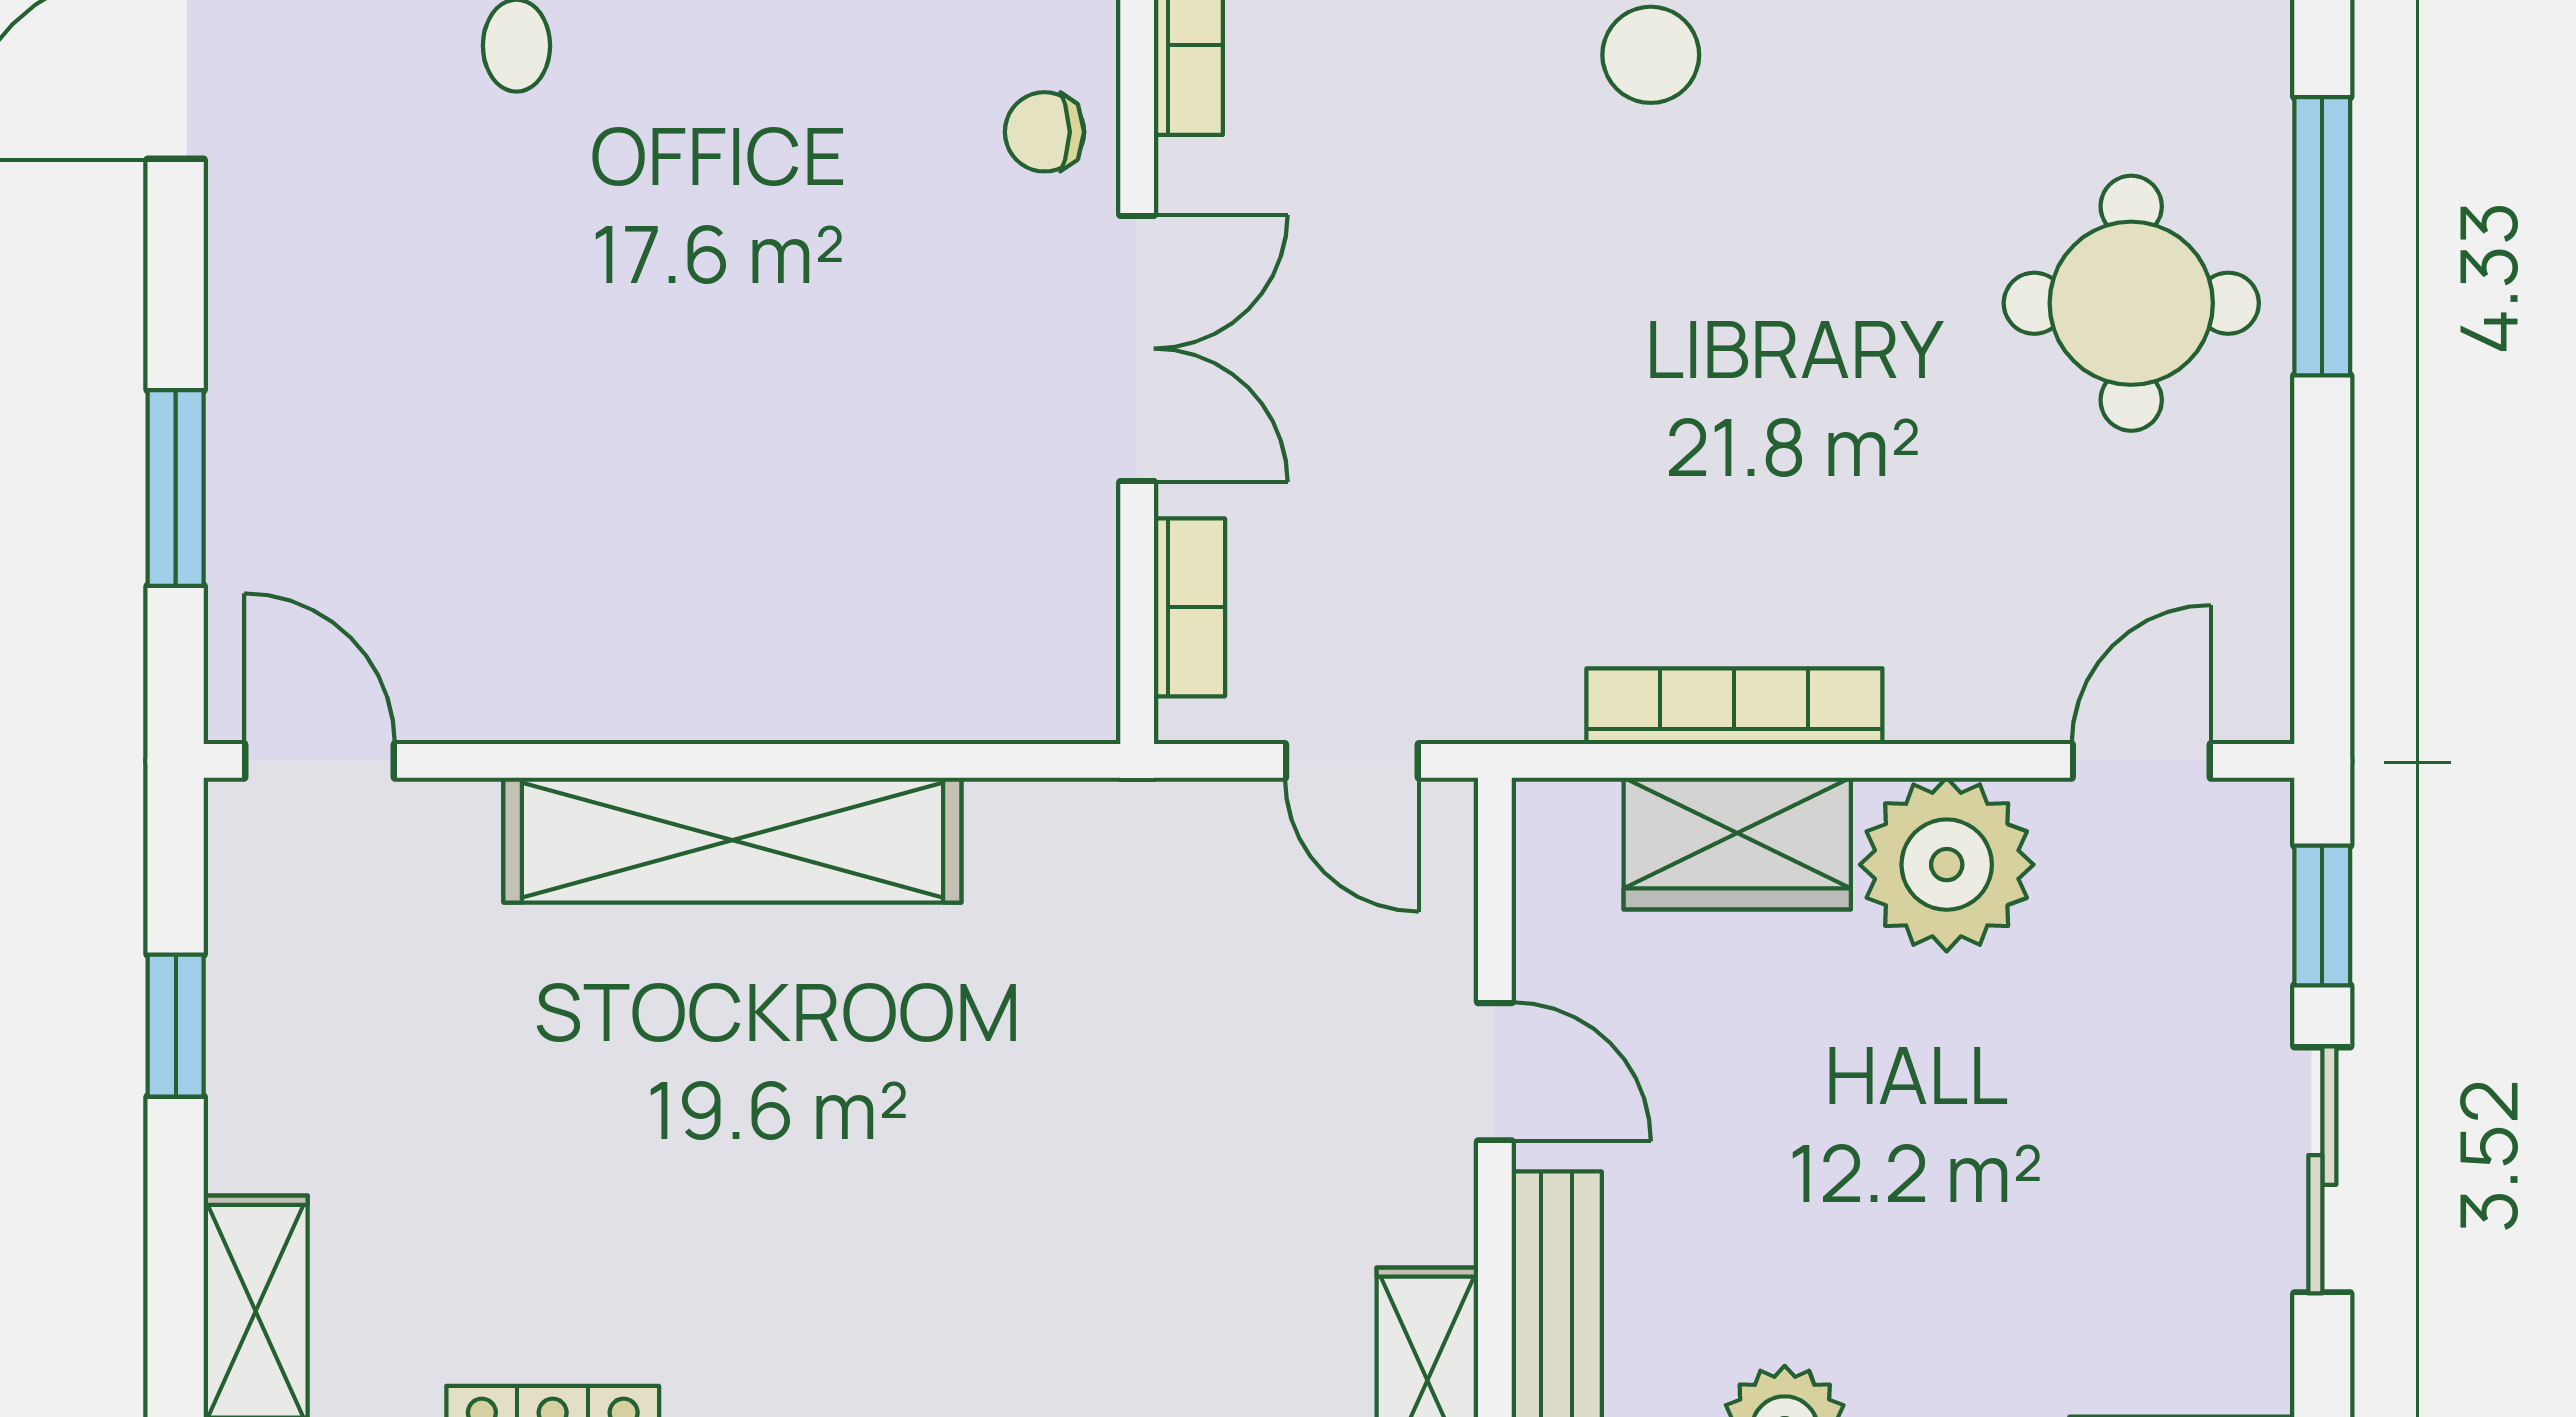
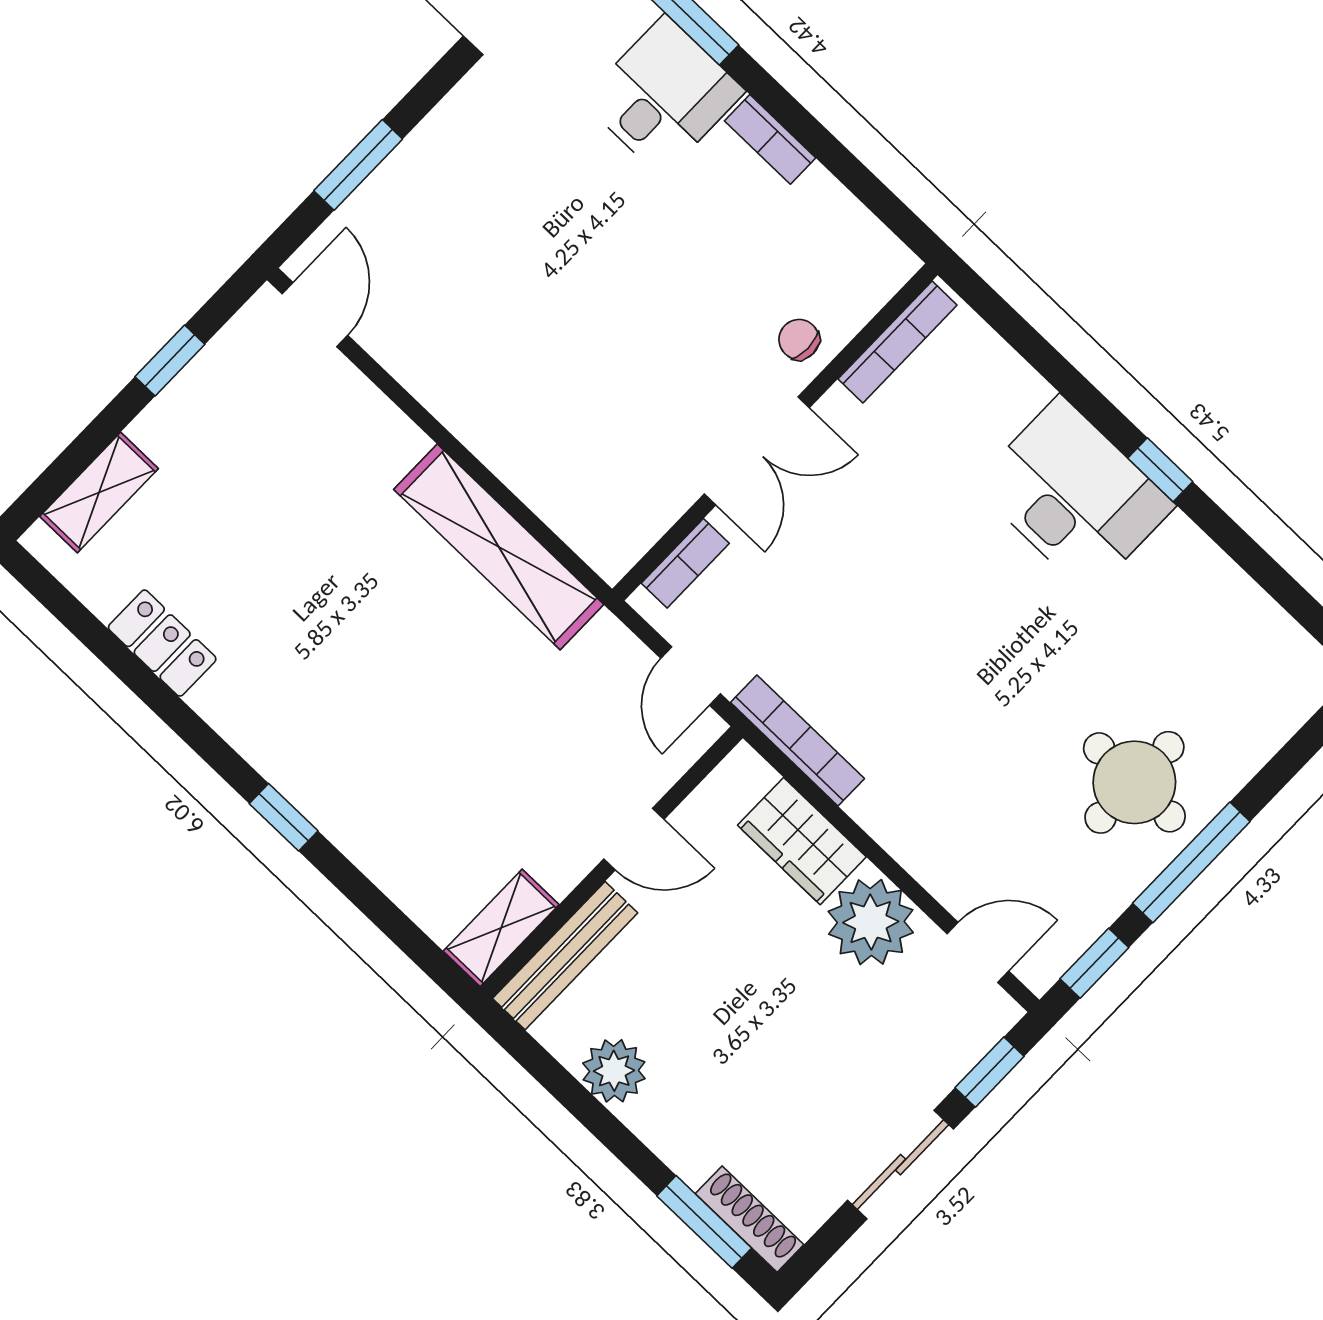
window: (2322, 236) -> (1191, 862), moved
window: (2322, 616) -> (1094, 963), added
bookcase: (1734, 706) -> (797, 740), moved
shelving: (732, 840) -> (499, 547), moved
door: (1495, 1072) -> (634, 839), hinge flipped

